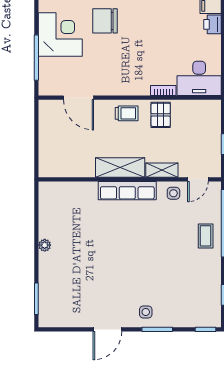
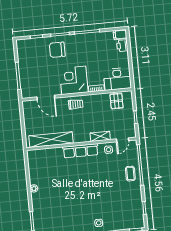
corner desk: (60, 35) -> (74, 80), moved, turned -90
pallet: (161, 115) -> (117, 101), moved
shelving: (120, 168) -> (51, 140), moved, width x1.47

